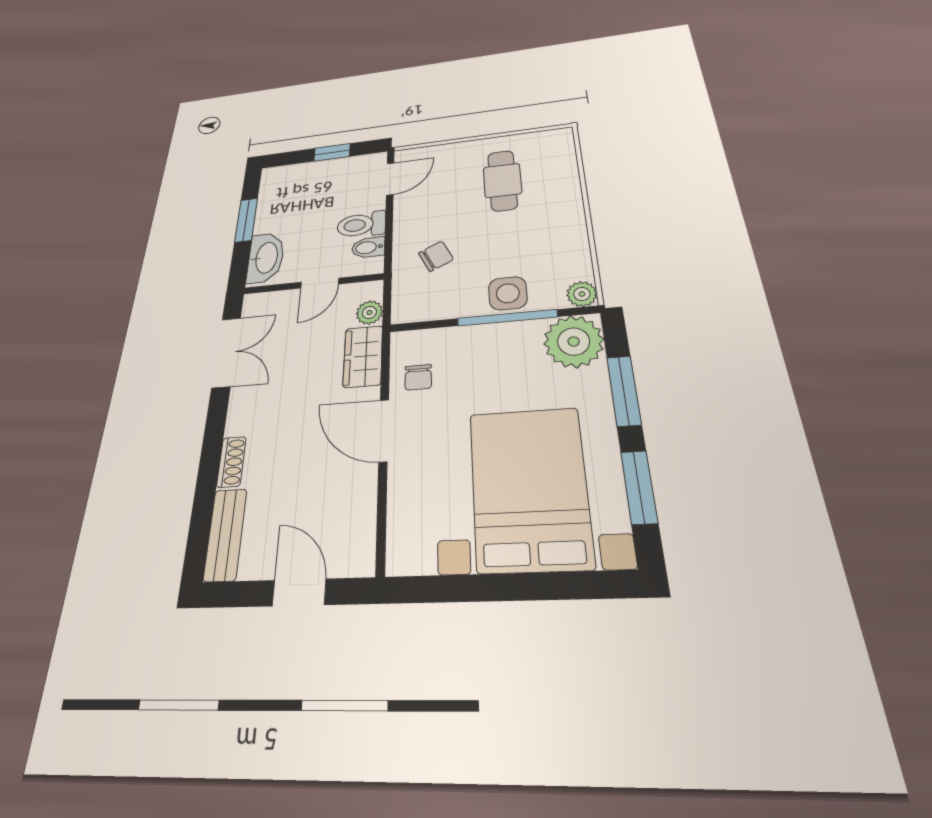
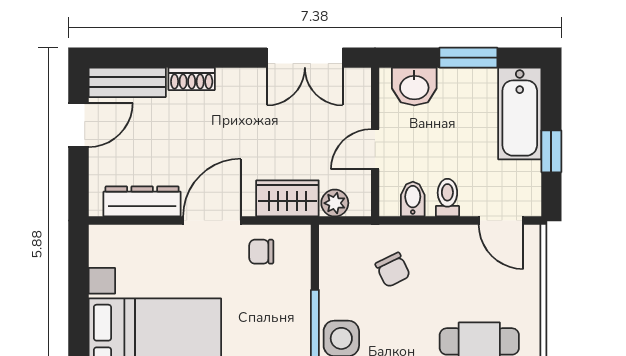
bathtub: (298, 178) -> (520, 113), added
toilet: (361, 225) -> (447, 198), width x0.73, depth x0.72
washbasin: (266, 258) -> (414, 87), width x0.72
door: (320, 283) -> (375, 149), hinge flipped
dresser: (360, 511) -> (142, 201), added
door: (299, 592) -> (79, 125), moved

